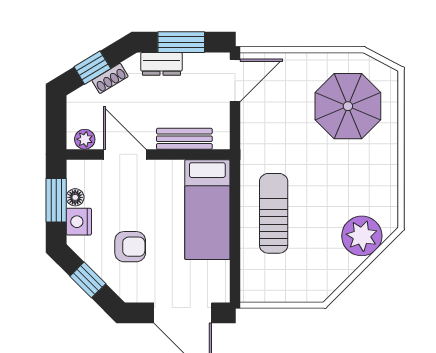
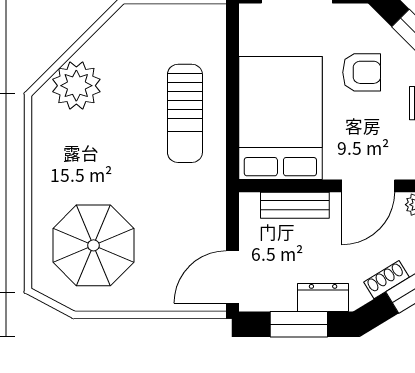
door: (125, 154) -> (368, 186), hinge flipped
bed: (207, 210) -> (280, 118), width x1.50
armchair: (130, 247) -> (362, 72), turned 180

